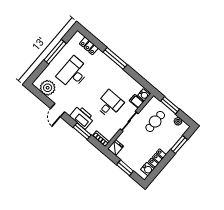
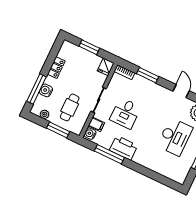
locker: (89, 46) -> (165, 171), removed
window: (115, 58) -> (109, 154), moved
printer: (82, 117) -> (124, 148), moved, turned 180
window: (179, 145) -> (36, 89), width x1.44
water cooler: (147, 169) -> (46, 90), moved

